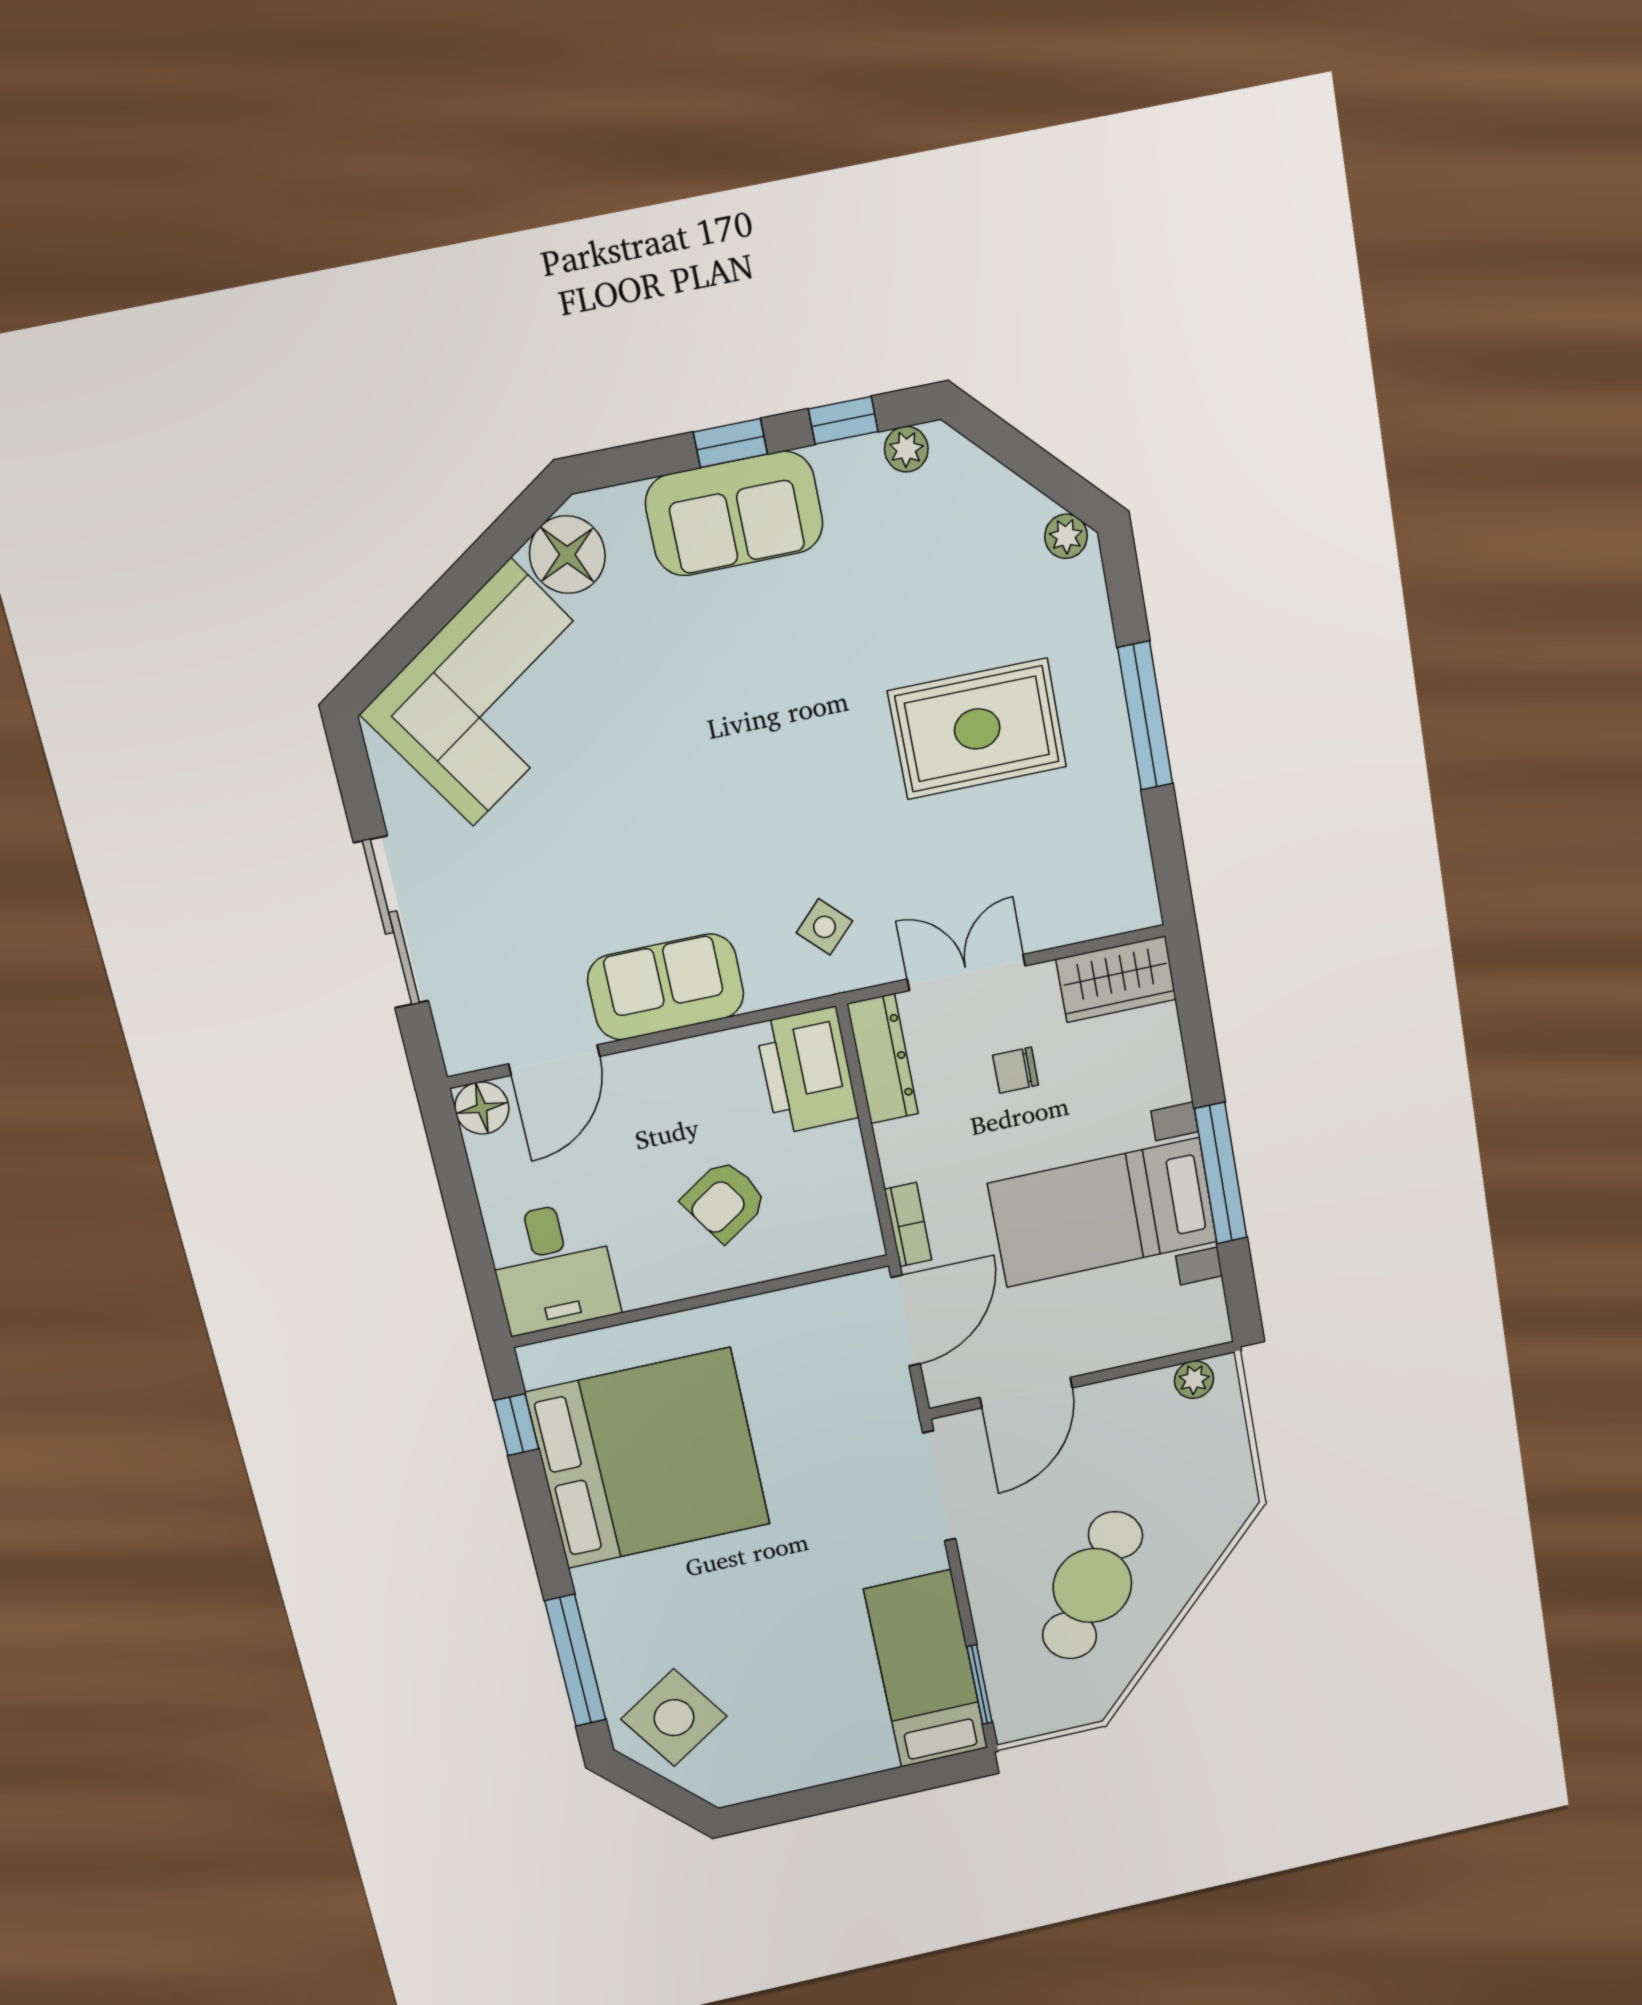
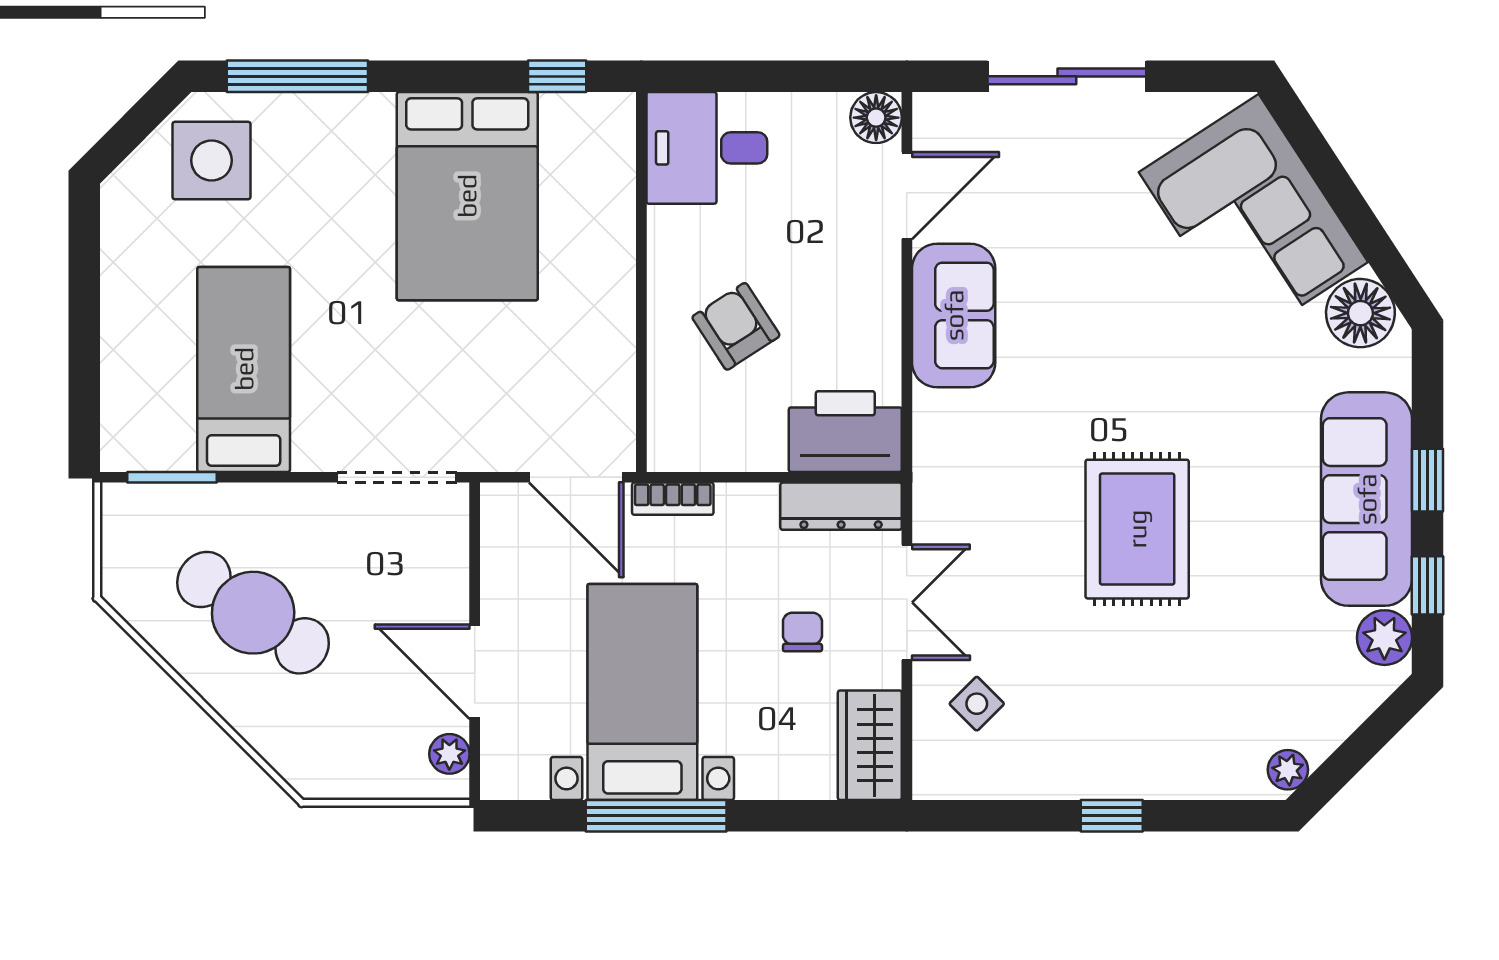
plant: (906, 449) -> (1384, 638), width x1.38, depth x1.38
sofa: (734, 514) -> (1367, 499), width x1.36
window: (1145, 716) -> (1112, 816), width x0.46
rug: (977, 729) -> (1137, 529), moved
side table: (824, 927) -> (977, 704), moved
door: (554, 1060) -> (907, 196), swing flipped
door: (1026, 1393) -> (475, 672), moved
bed: (649, 1458) -> (467, 196), width x0.73
bed: (926, 1669) -> (244, 369), moved, turned -90
side table: (674, 1718) -> (212, 160), turned 33

